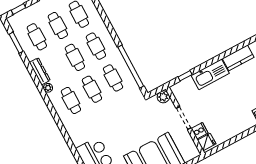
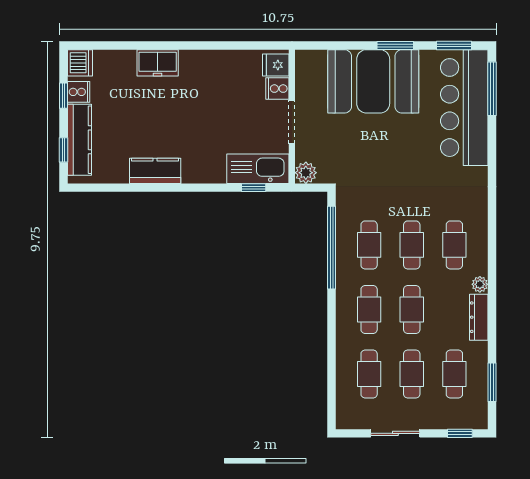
kitchen sink: (210, 74) -> (258, 169), moved

